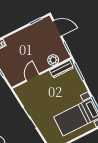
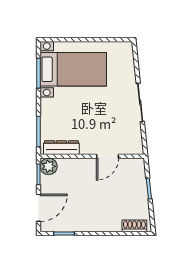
door: (57, 28) -> (38, 208), swing flipped
plant: (53, 60) -> (49, 166), moved

